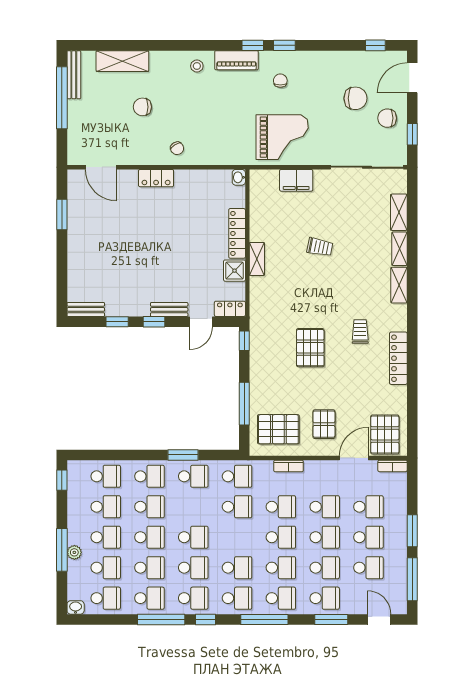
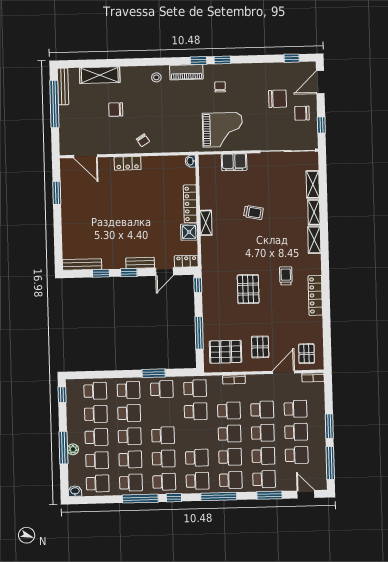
bench: (86, 309) -> (82, 264), width x1.36
pallet: (385, 435) -> (307, 354), width x0.67, depth x0.71

